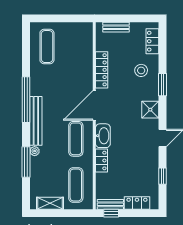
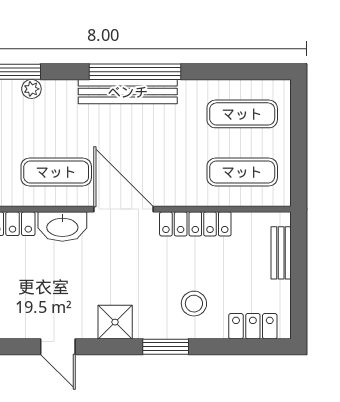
exercise mat: (76, 47) -> (242, 172), added
bench: (36, 121) -> (128, 92), moved

